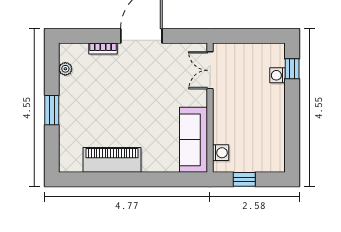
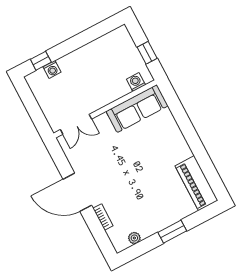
piano: (112, 160) -> (197, 183), moved

